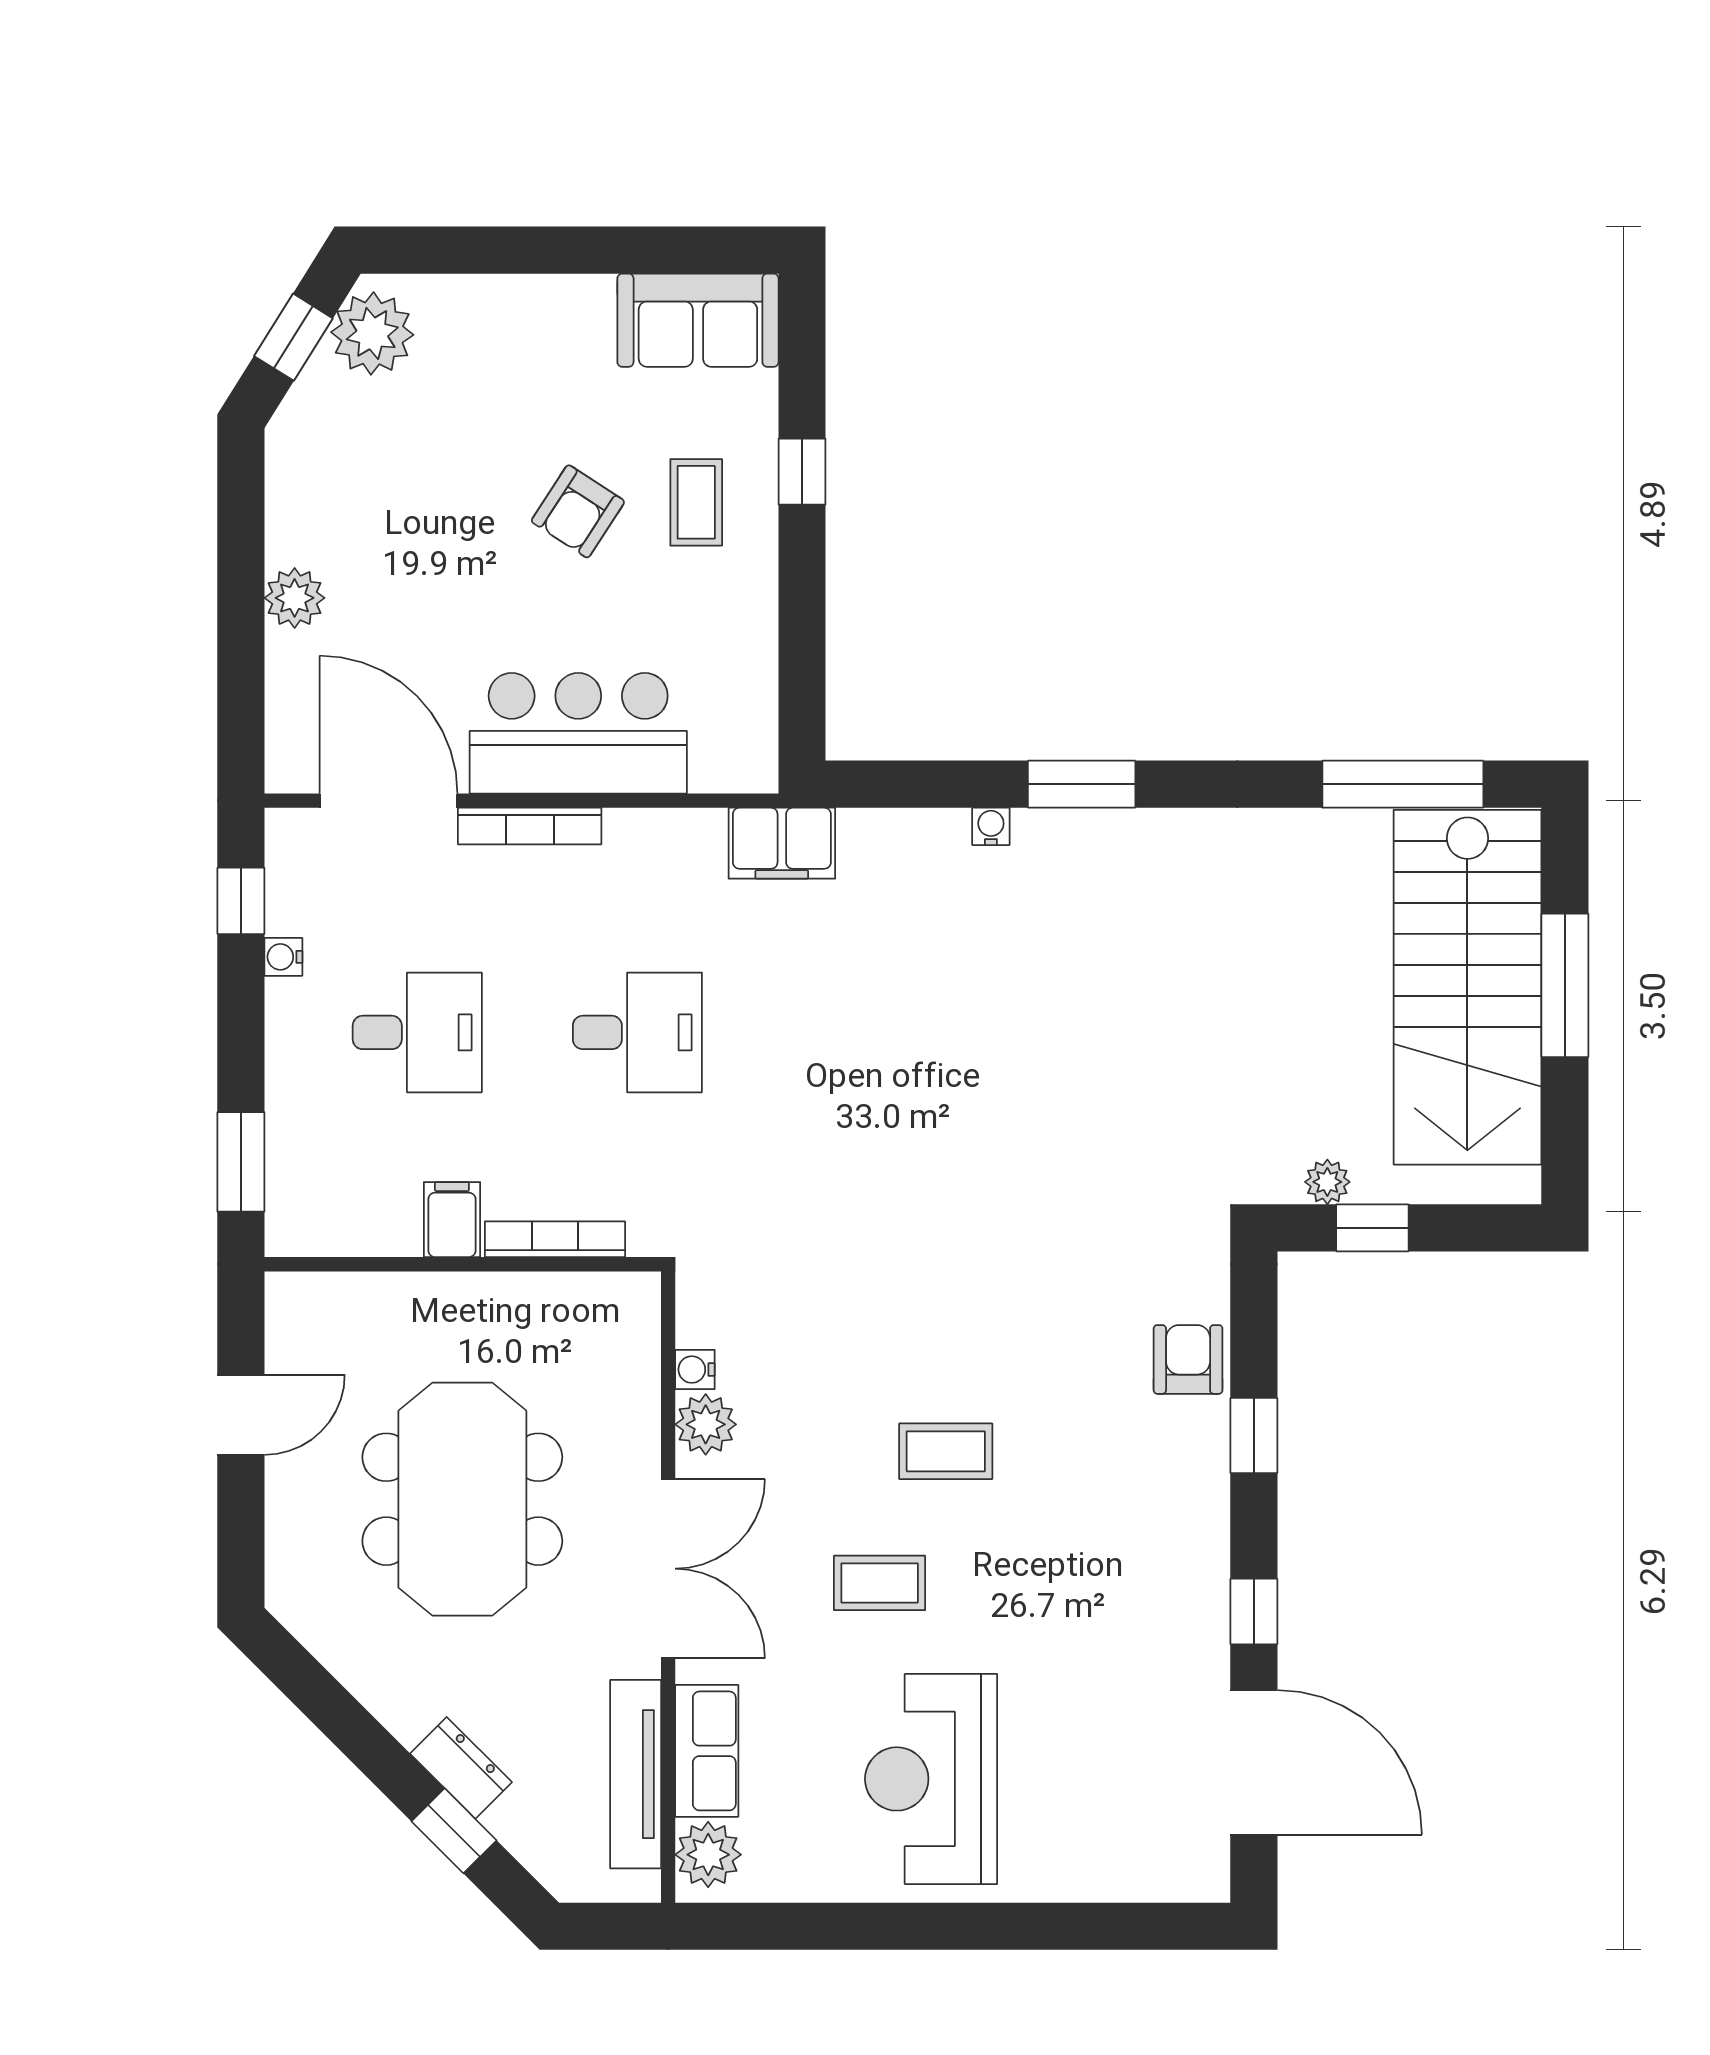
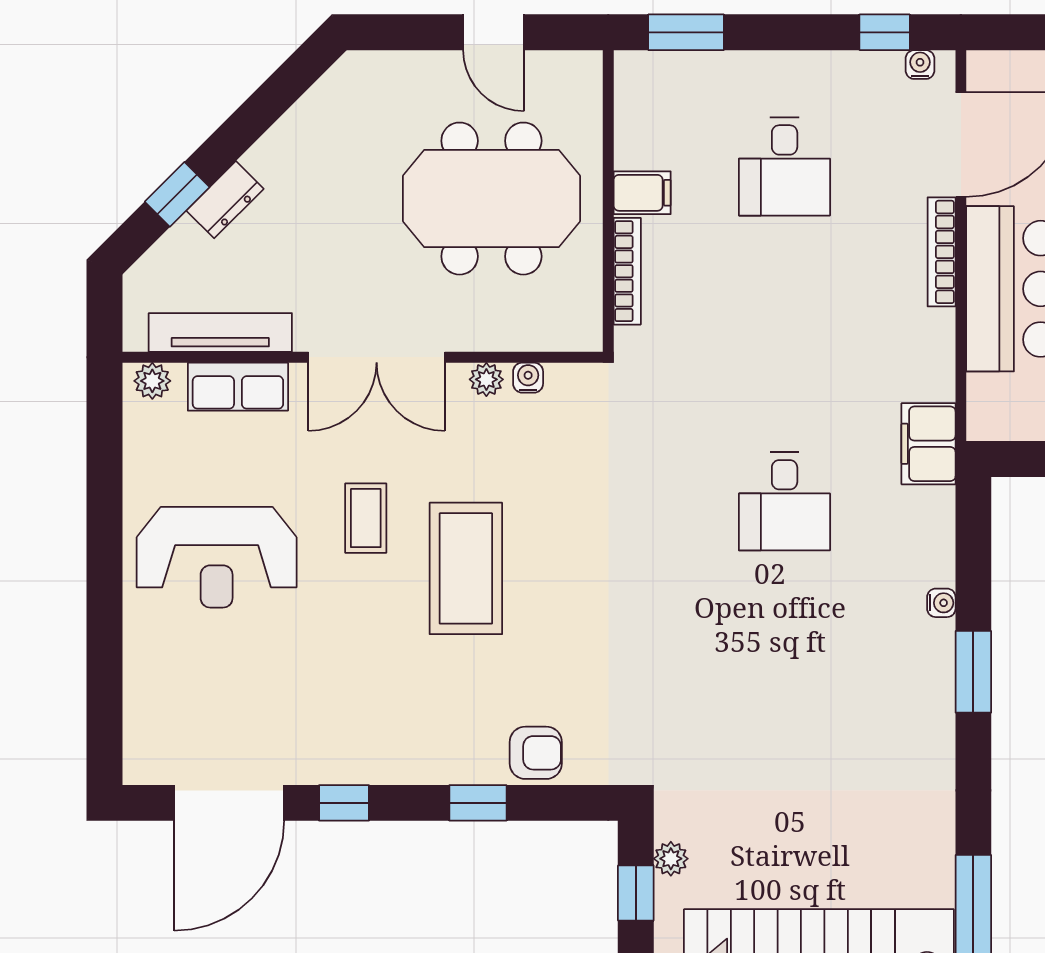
water cooler: (283, 957) -> (920, 65), moved
desk: (637, 1032) -> (785, 501), moved
plant: (706, 1424) -> (486, 379), width x0.73, depth x0.73
coffee table: (946, 1451) -> (466, 568), width x1.86, depth x1.72
meeting table: (462, 1499) -> (491, 199), moved
reception desk: (931, 1779) -> (217, 557), turned 180
plant: (708, 1855) -> (152, 381), width x0.73, depth x0.73

